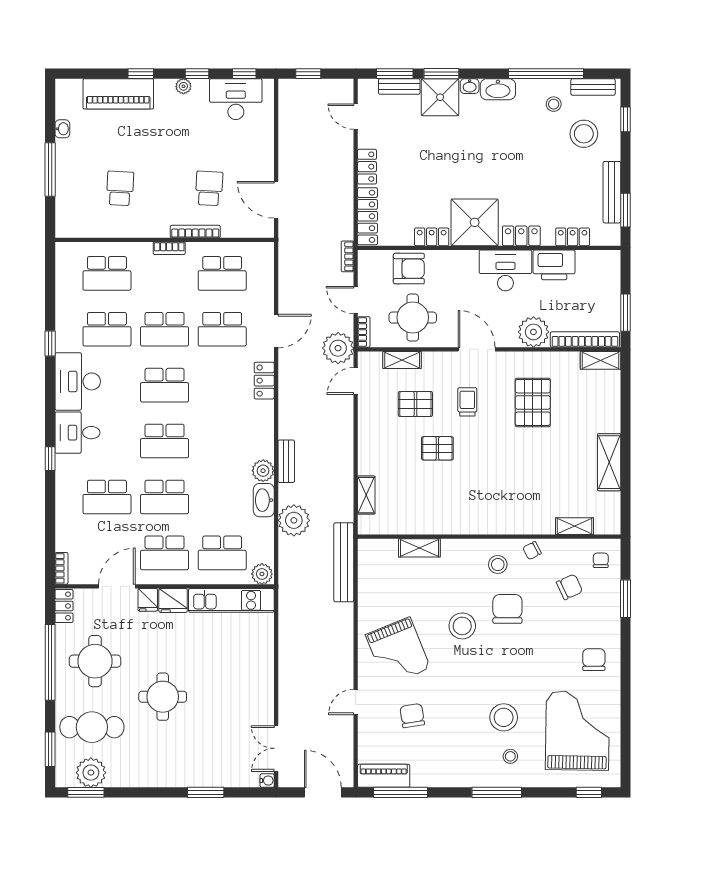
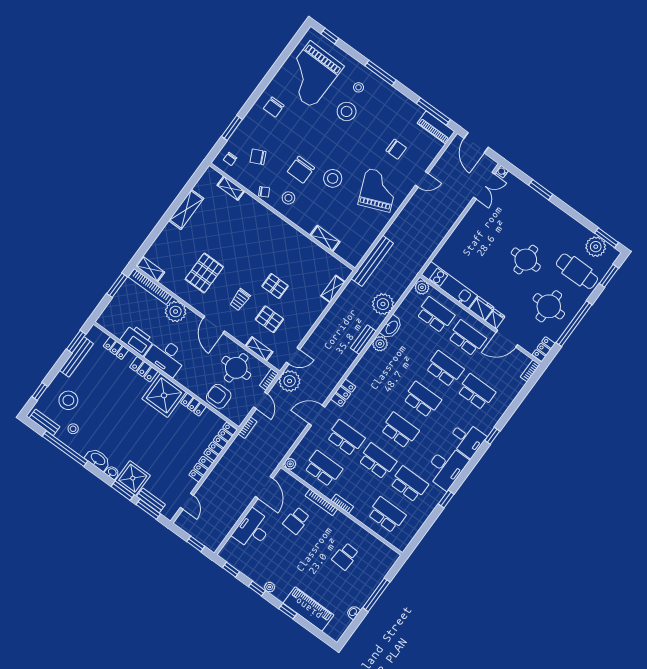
desk: (236, 99) -> (253, 529), moved, turned 90
plant: (266, 250) -> (290, 464), added
chair: (412, 716) -> (396, 149), turned -81

